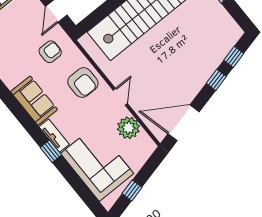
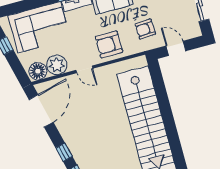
armchair: (50, 52) -> (145, 29), turned 87
floor lamp: (144, 144) -> (38, 71), added

